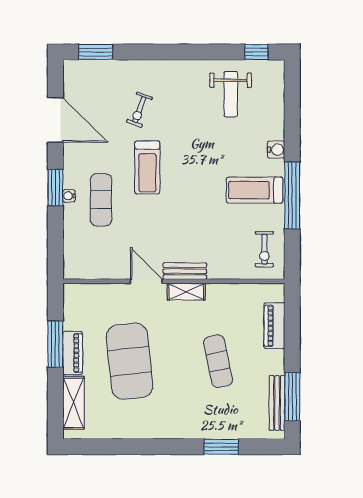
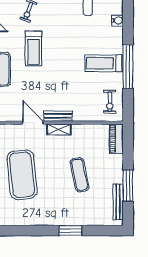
water cooler: (276, 150) -> (117, 21), moved
piano: (274, 326) -> (116, 139), moved
window: (292, 397) -> (128, 185), moved
window: (221, 447) -> (70, 230), moved

